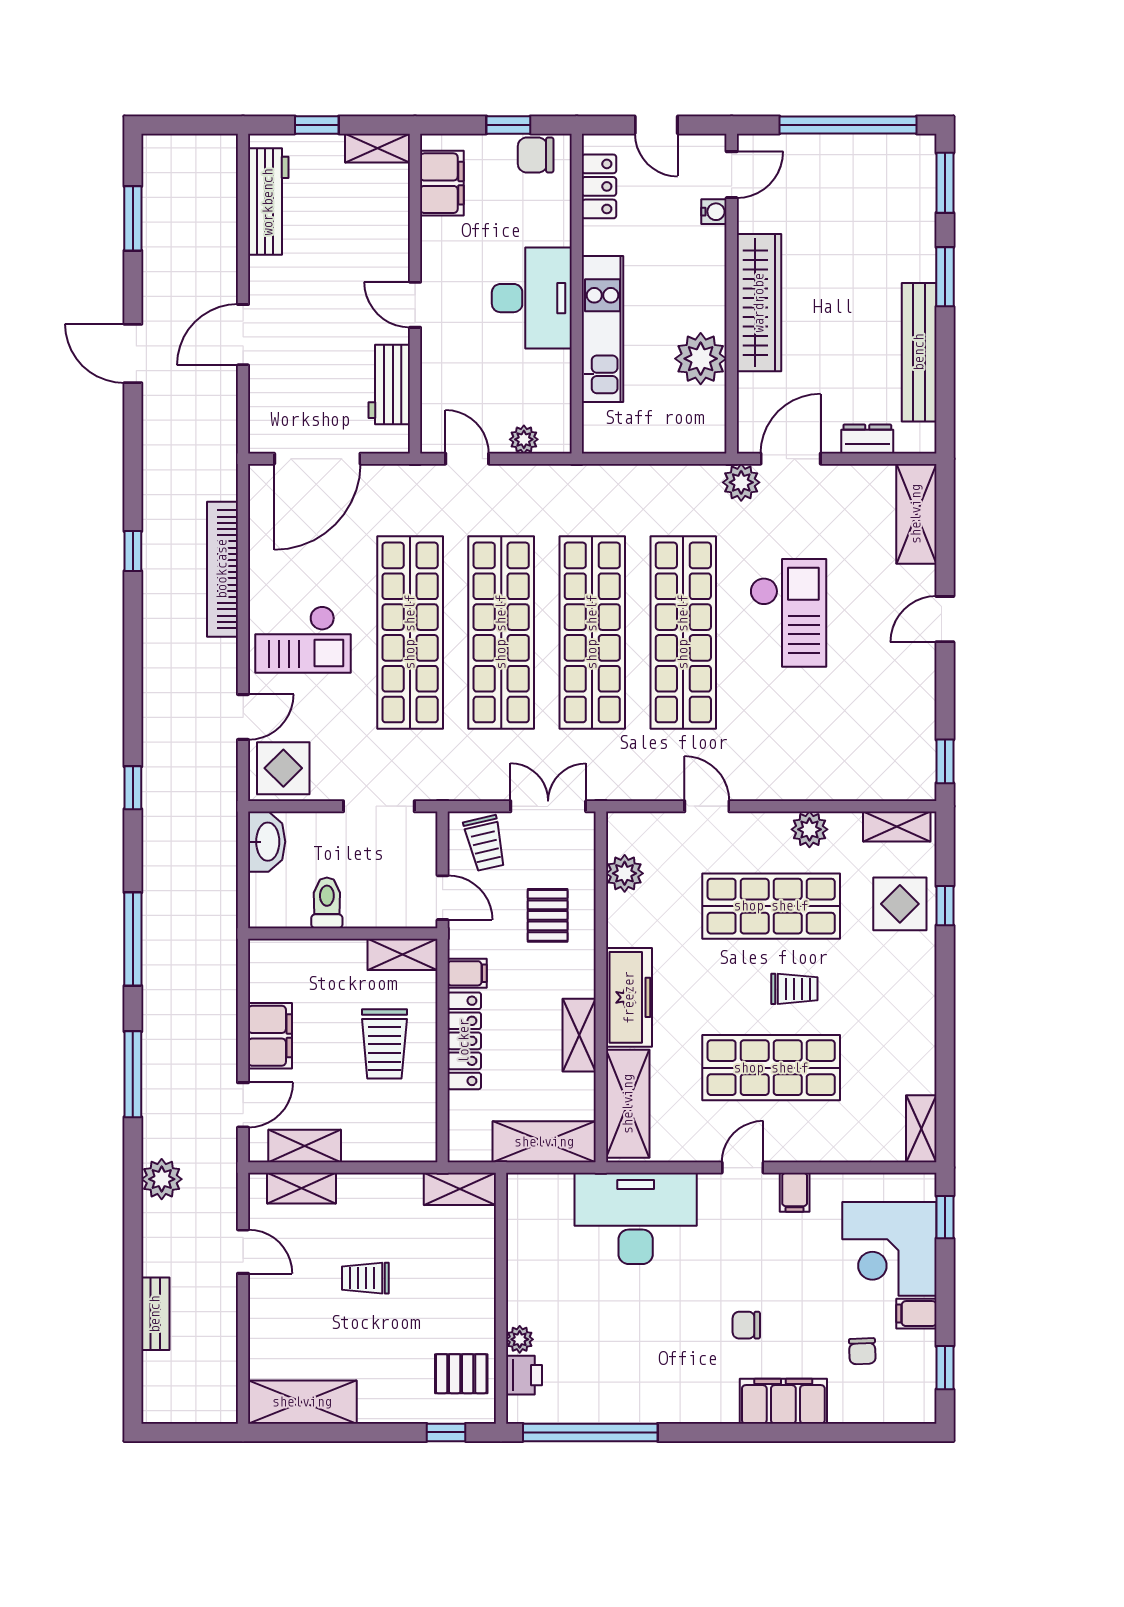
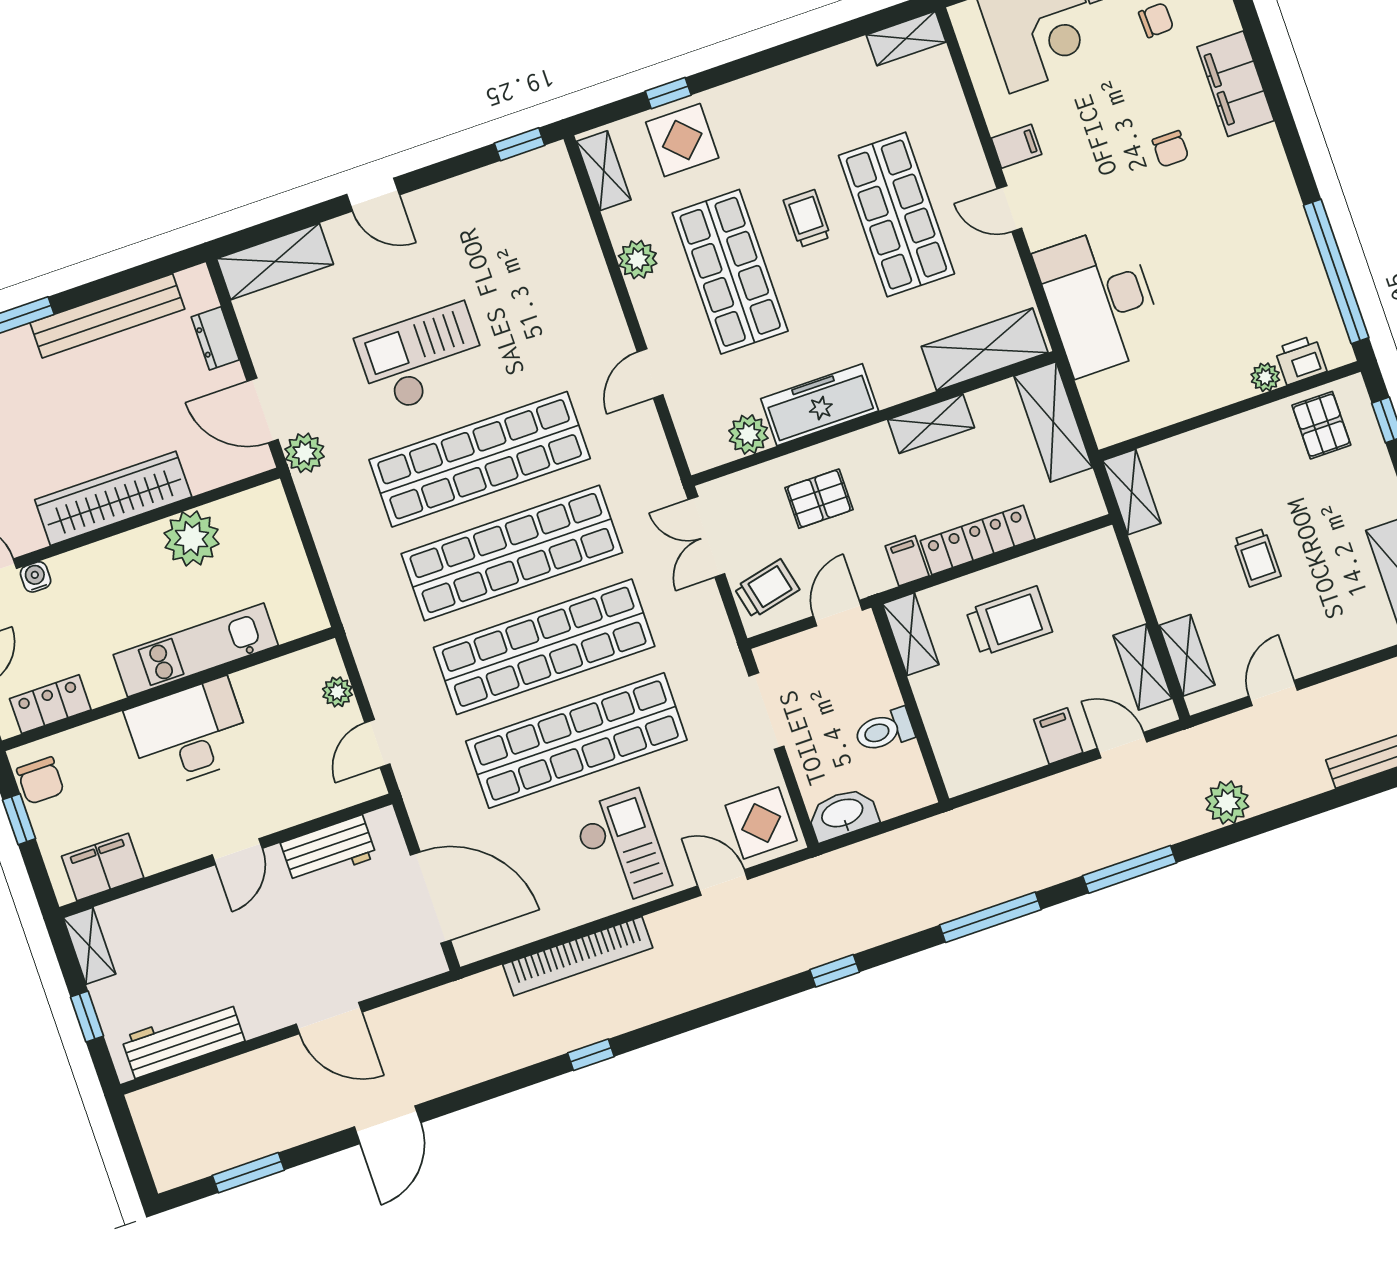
freezer: (629, 997) -> (820, 405), moved
filing cabinet: (270, 1036) -> (1058, 736), width x0.50

